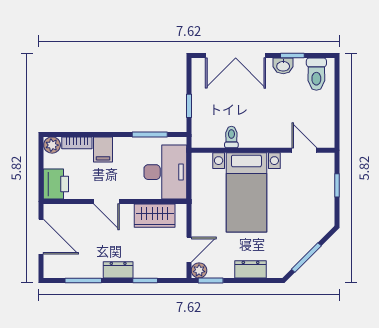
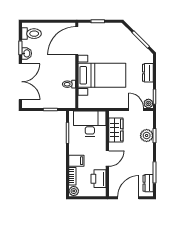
door: (304, 150) -> (77, 41), width x1.88
printer: (56, 184) -> (99, 179), moved, turned -90
plant: (145, 267) -> (147, 136), added
dresser: (118, 270) -> (148, 183), moved

